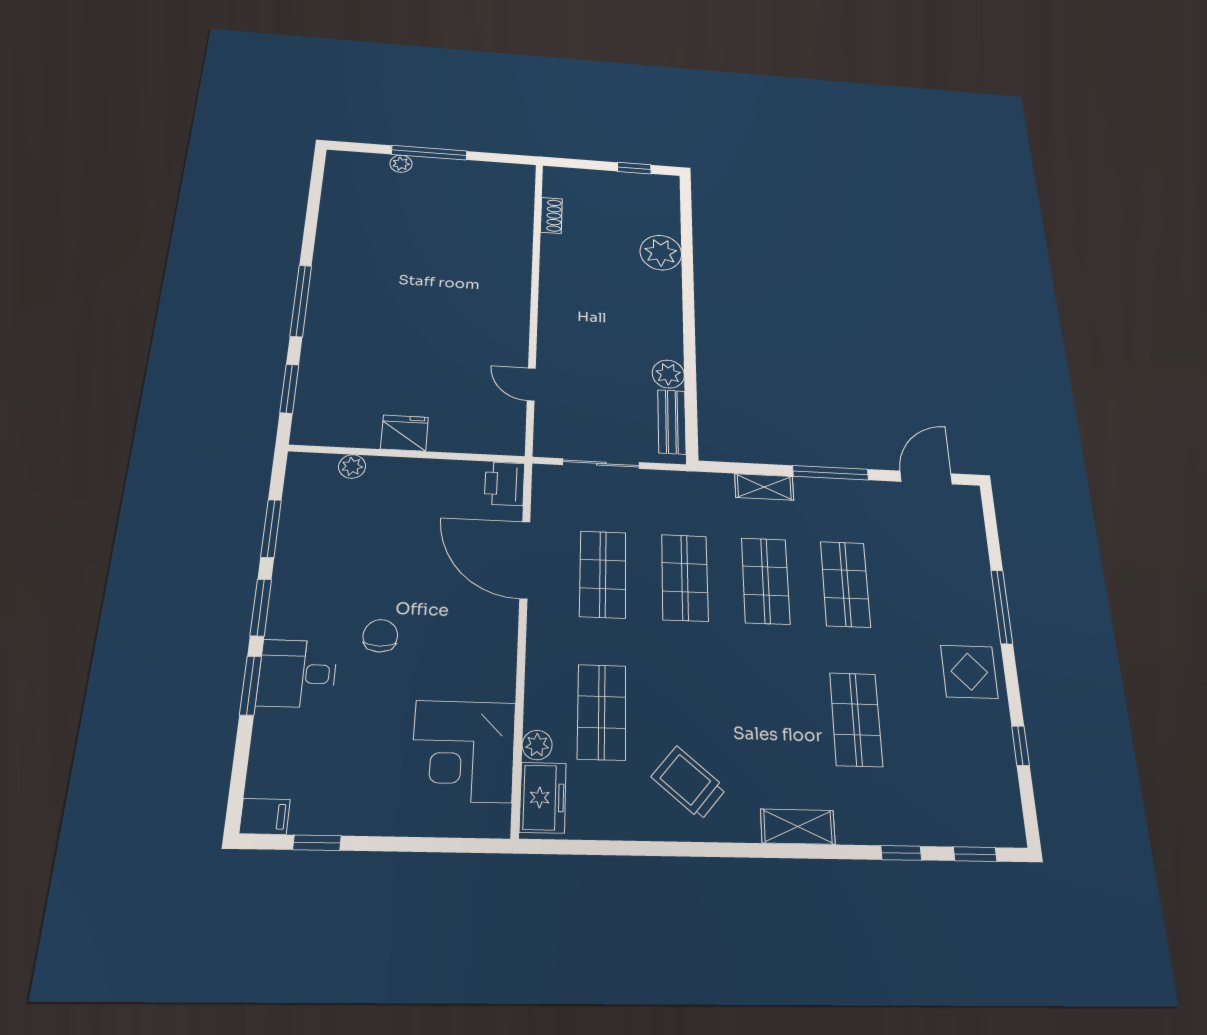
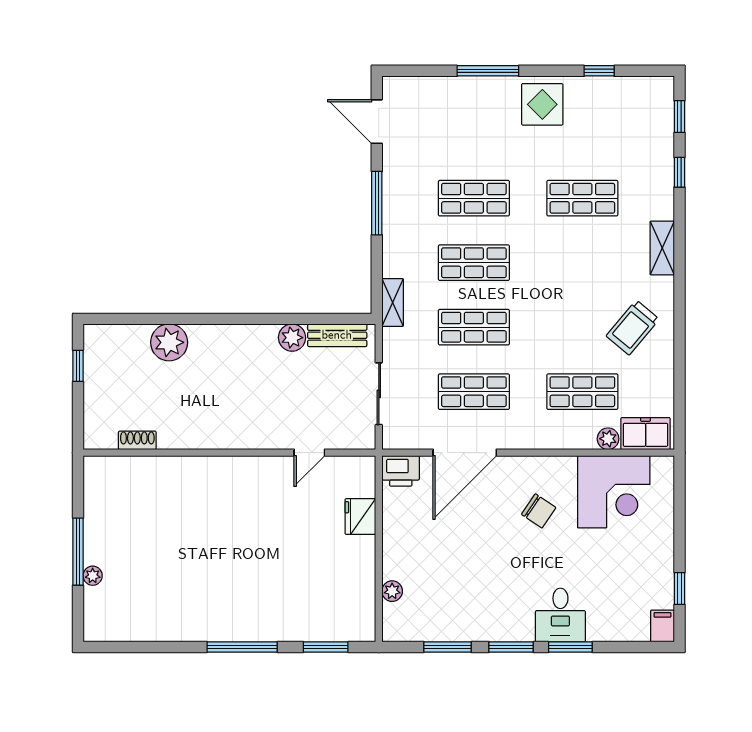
fridge: (404, 433) -> (360, 516), moved
shelving: (764, 487) -> (393, 303), moved
chair: (380, 636) -> (539, 511), moved, turned -146

